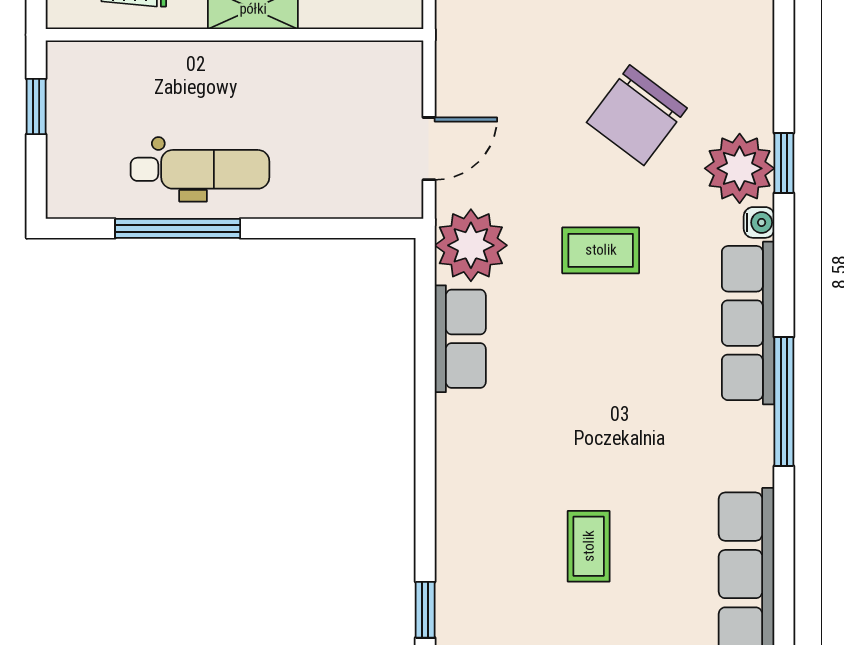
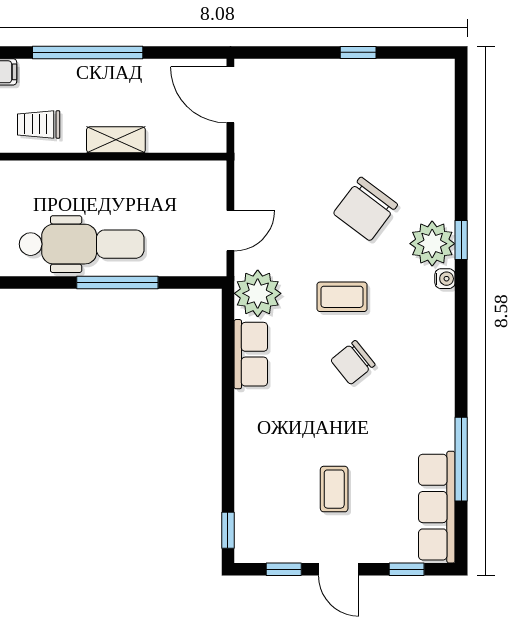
dental chair: (200, 169) -> (82, 244), width x1.36, depth x1.38
window: (178, 228) -> (117, 283), moved
row of seats: (748, 323) -> (438, 344), removed
chair: (617, 351) -> (353, 362), added
window: (784, 401) -> (461, 459), moved

